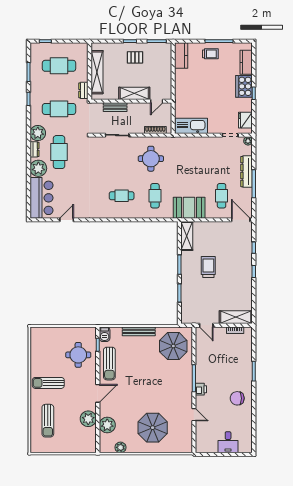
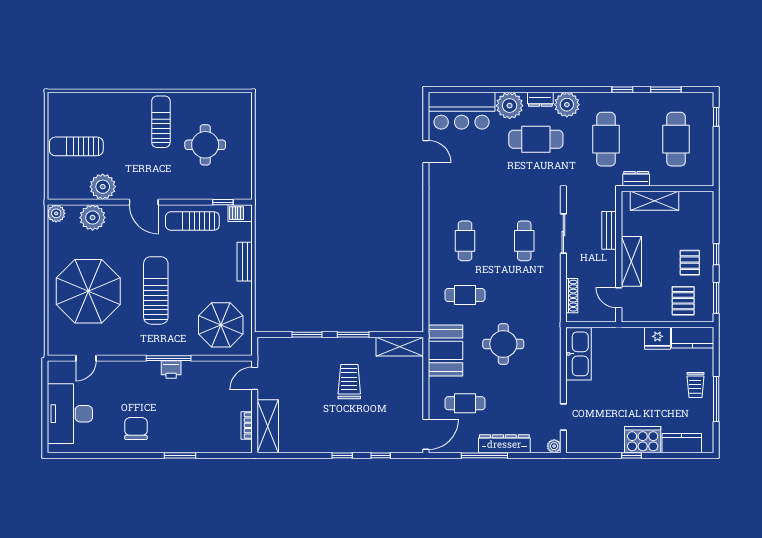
pallet: (158, 61) -> (683, 301), added
shelving: (97, 72) -> (655, 201), width x0.68
fridge: (245, 120) -> (657, 338), moved, turned 180
cafe table: (122, 159) -> (524, 241), added
round table: (151, 159) -> (503, 344), moved
trolley: (208, 267) -> (349, 382), turned -90
bench: (139, 331) -> (245, 262), width x0.73
round table: (78, 355) -> (205, 145), moved
sun lounger: (152, 386) -> (156, 290), added
printer: (201, 389) -> (171, 370), moved
door: (194, 415) -> (86, 358), moved
sun lounger: (48, 421) -> (76, 146), moved
parasol: (153, 428) -> (88, 291), width x1.36, depth x1.36
desk: (228, 442) -> (70, 414), width x1.87, depth x1.30
plant: (120, 447) -> (56, 213), moved

